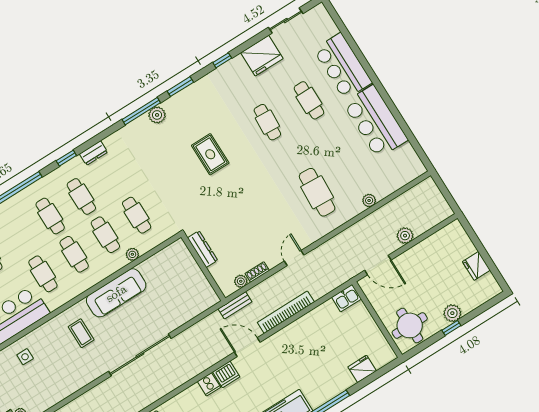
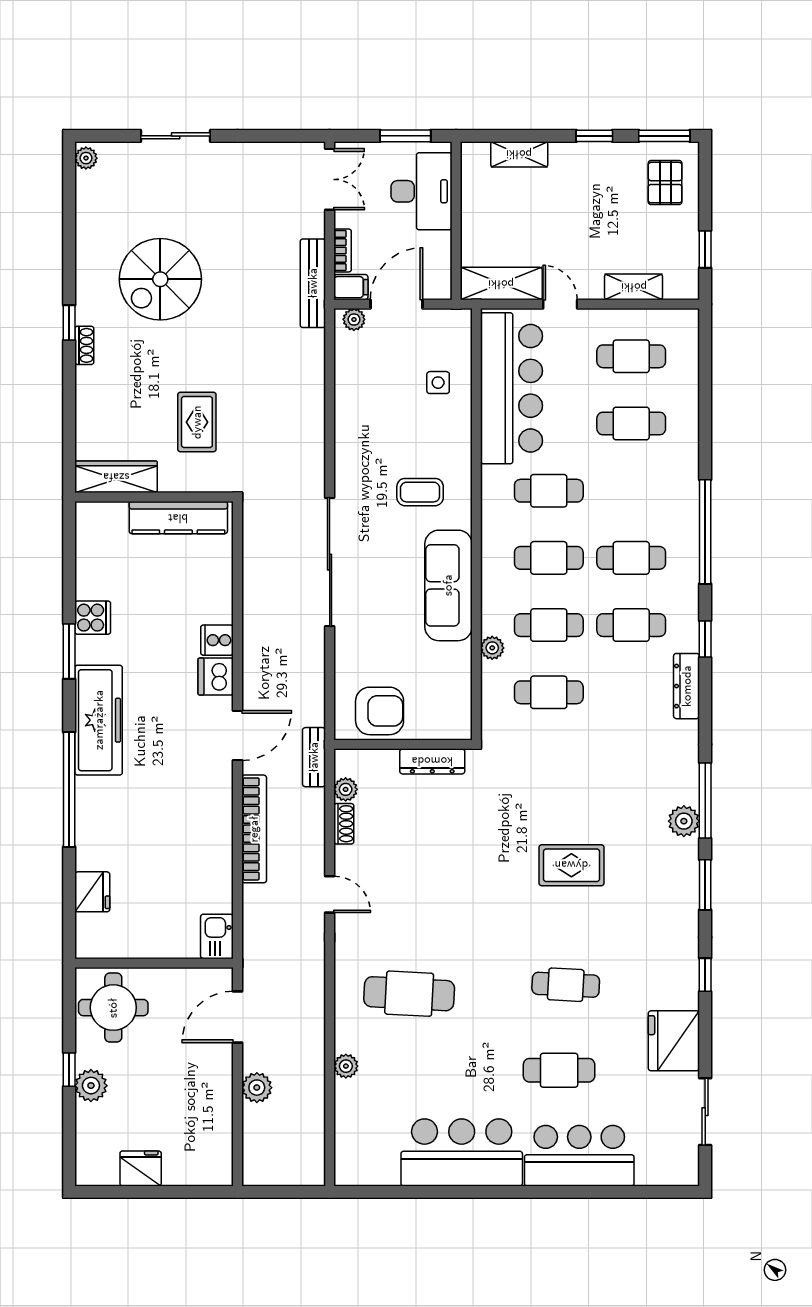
dresser: (94, 153) -> (687, 686), width x1.44
armchair: (194, 288) -> (380, 711), added

